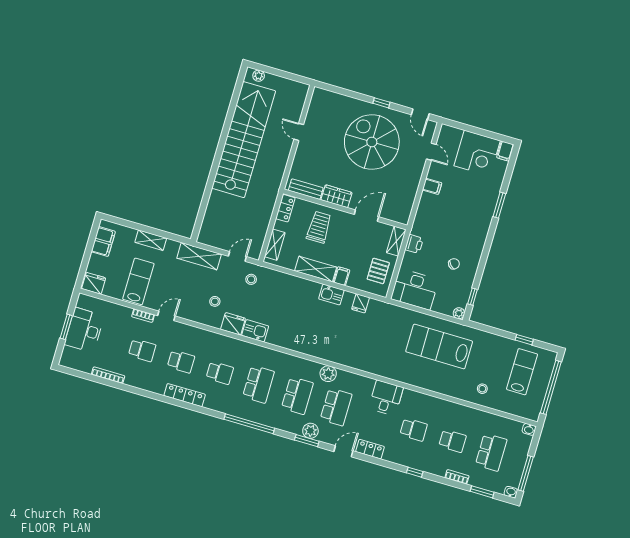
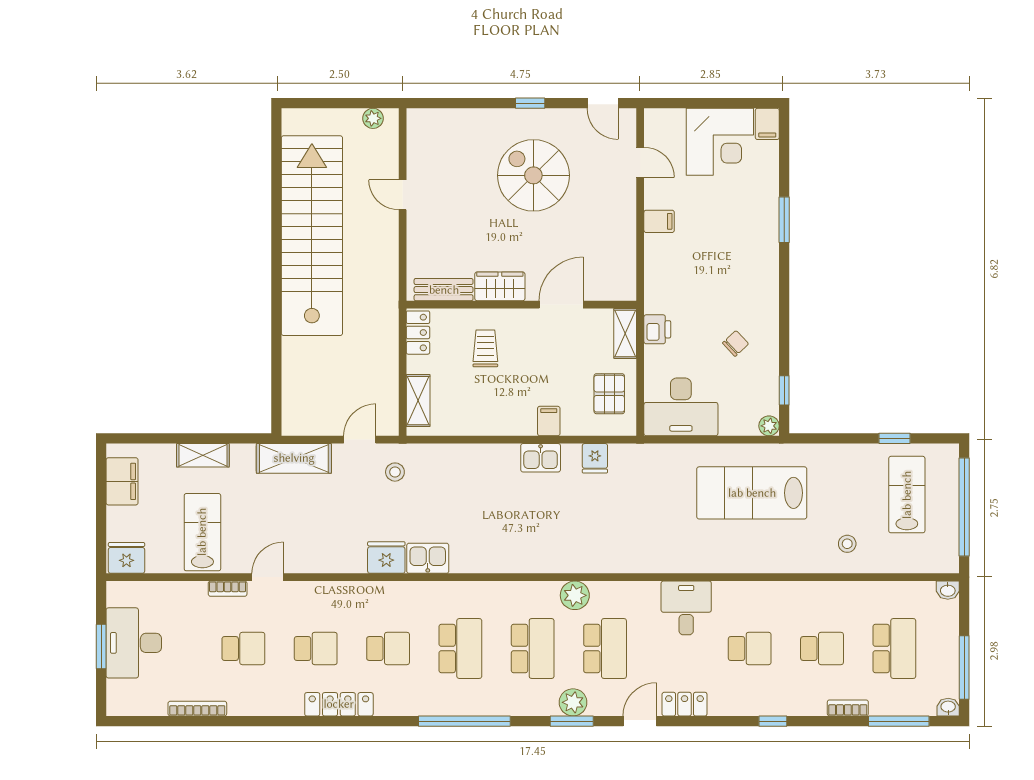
plant: (259, 76) -> (373, 118), moved
spiral stairs: (372, 142) -> (533, 175), width x0.73, depth x0.73
trolley: (319, 227) -> (485, 348), width x0.73, depth x0.72
shelving: (316, 269) -> (500, 422), removed
stool: (215, 301) -> (344, 528), removed
window: (482, 492) -> (899, 721), width x1.44

